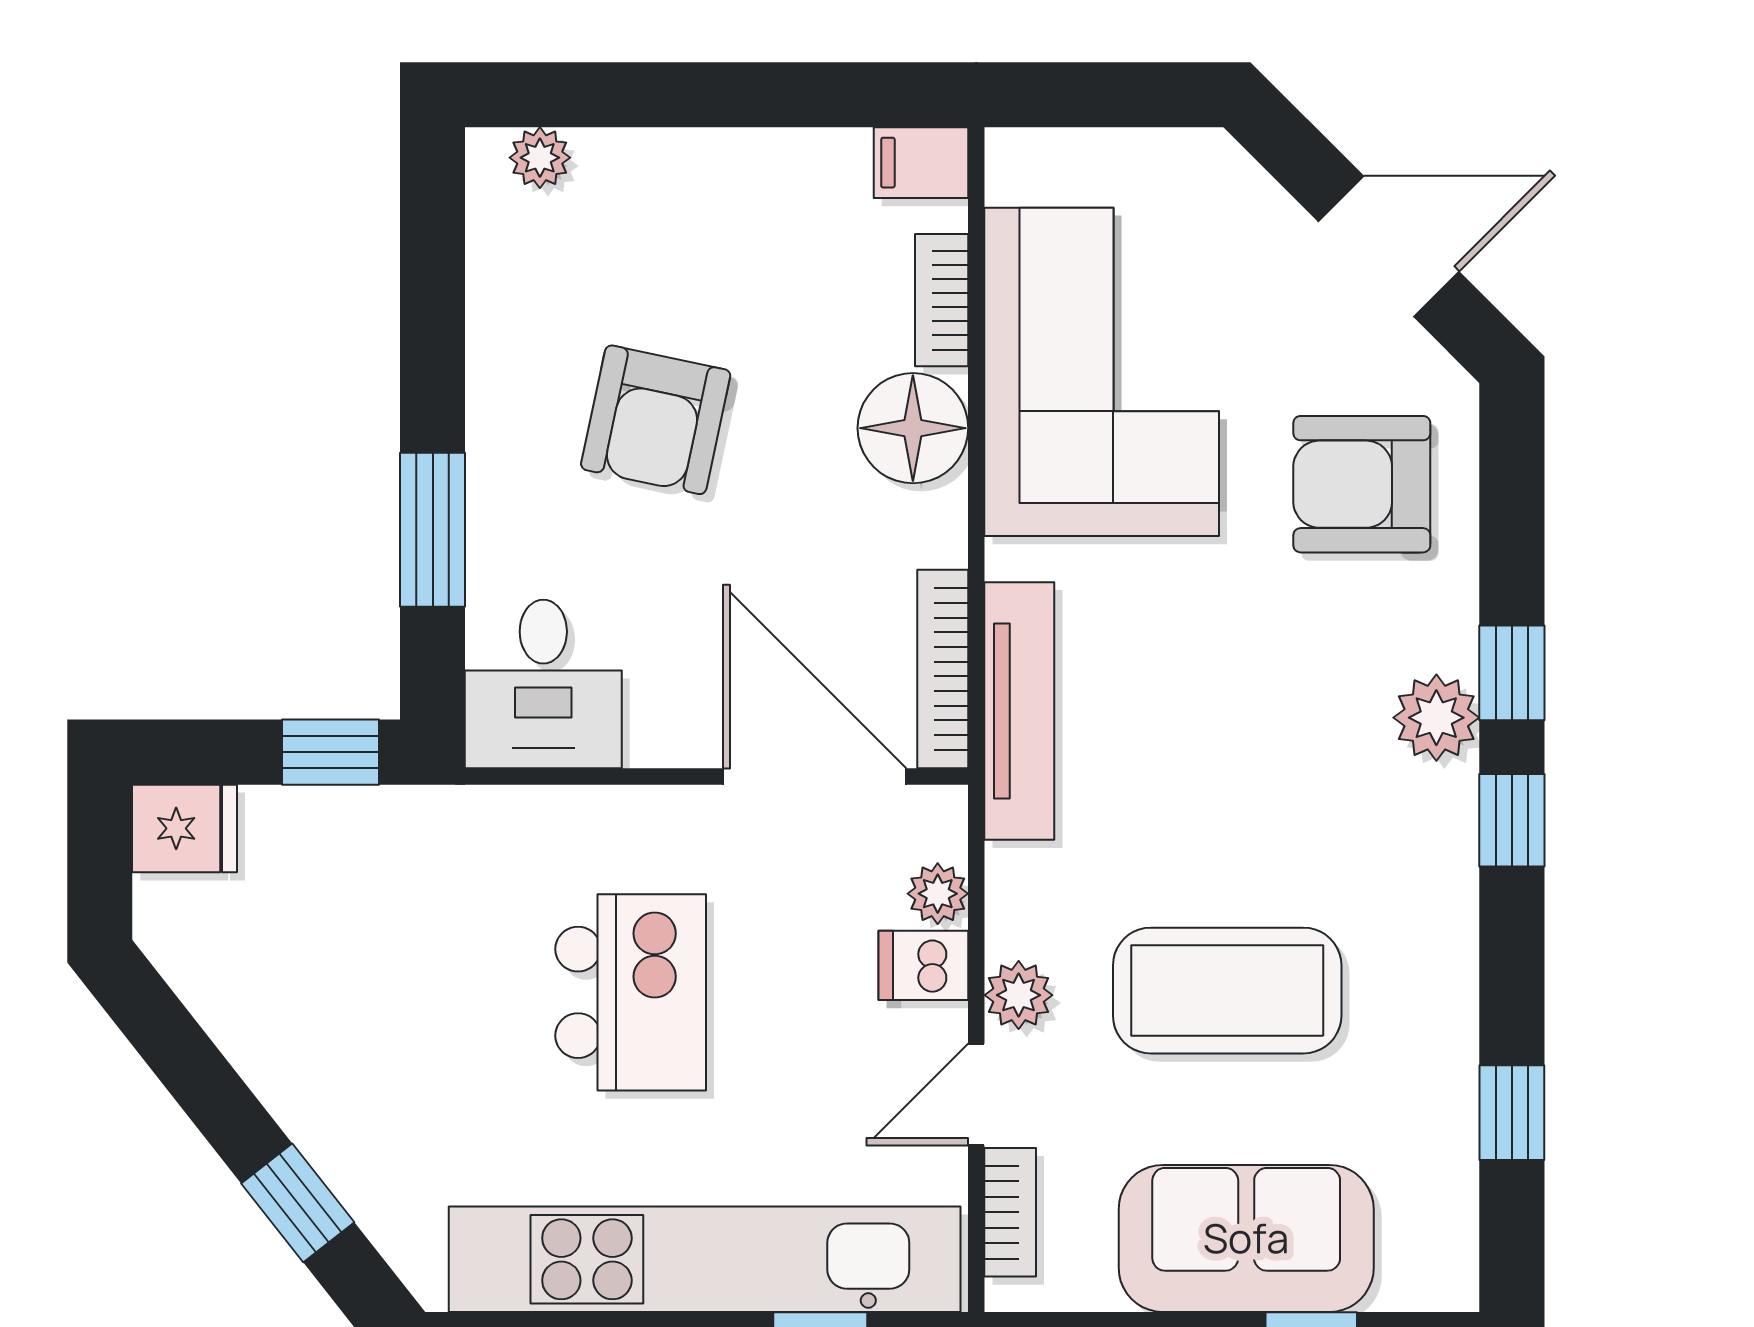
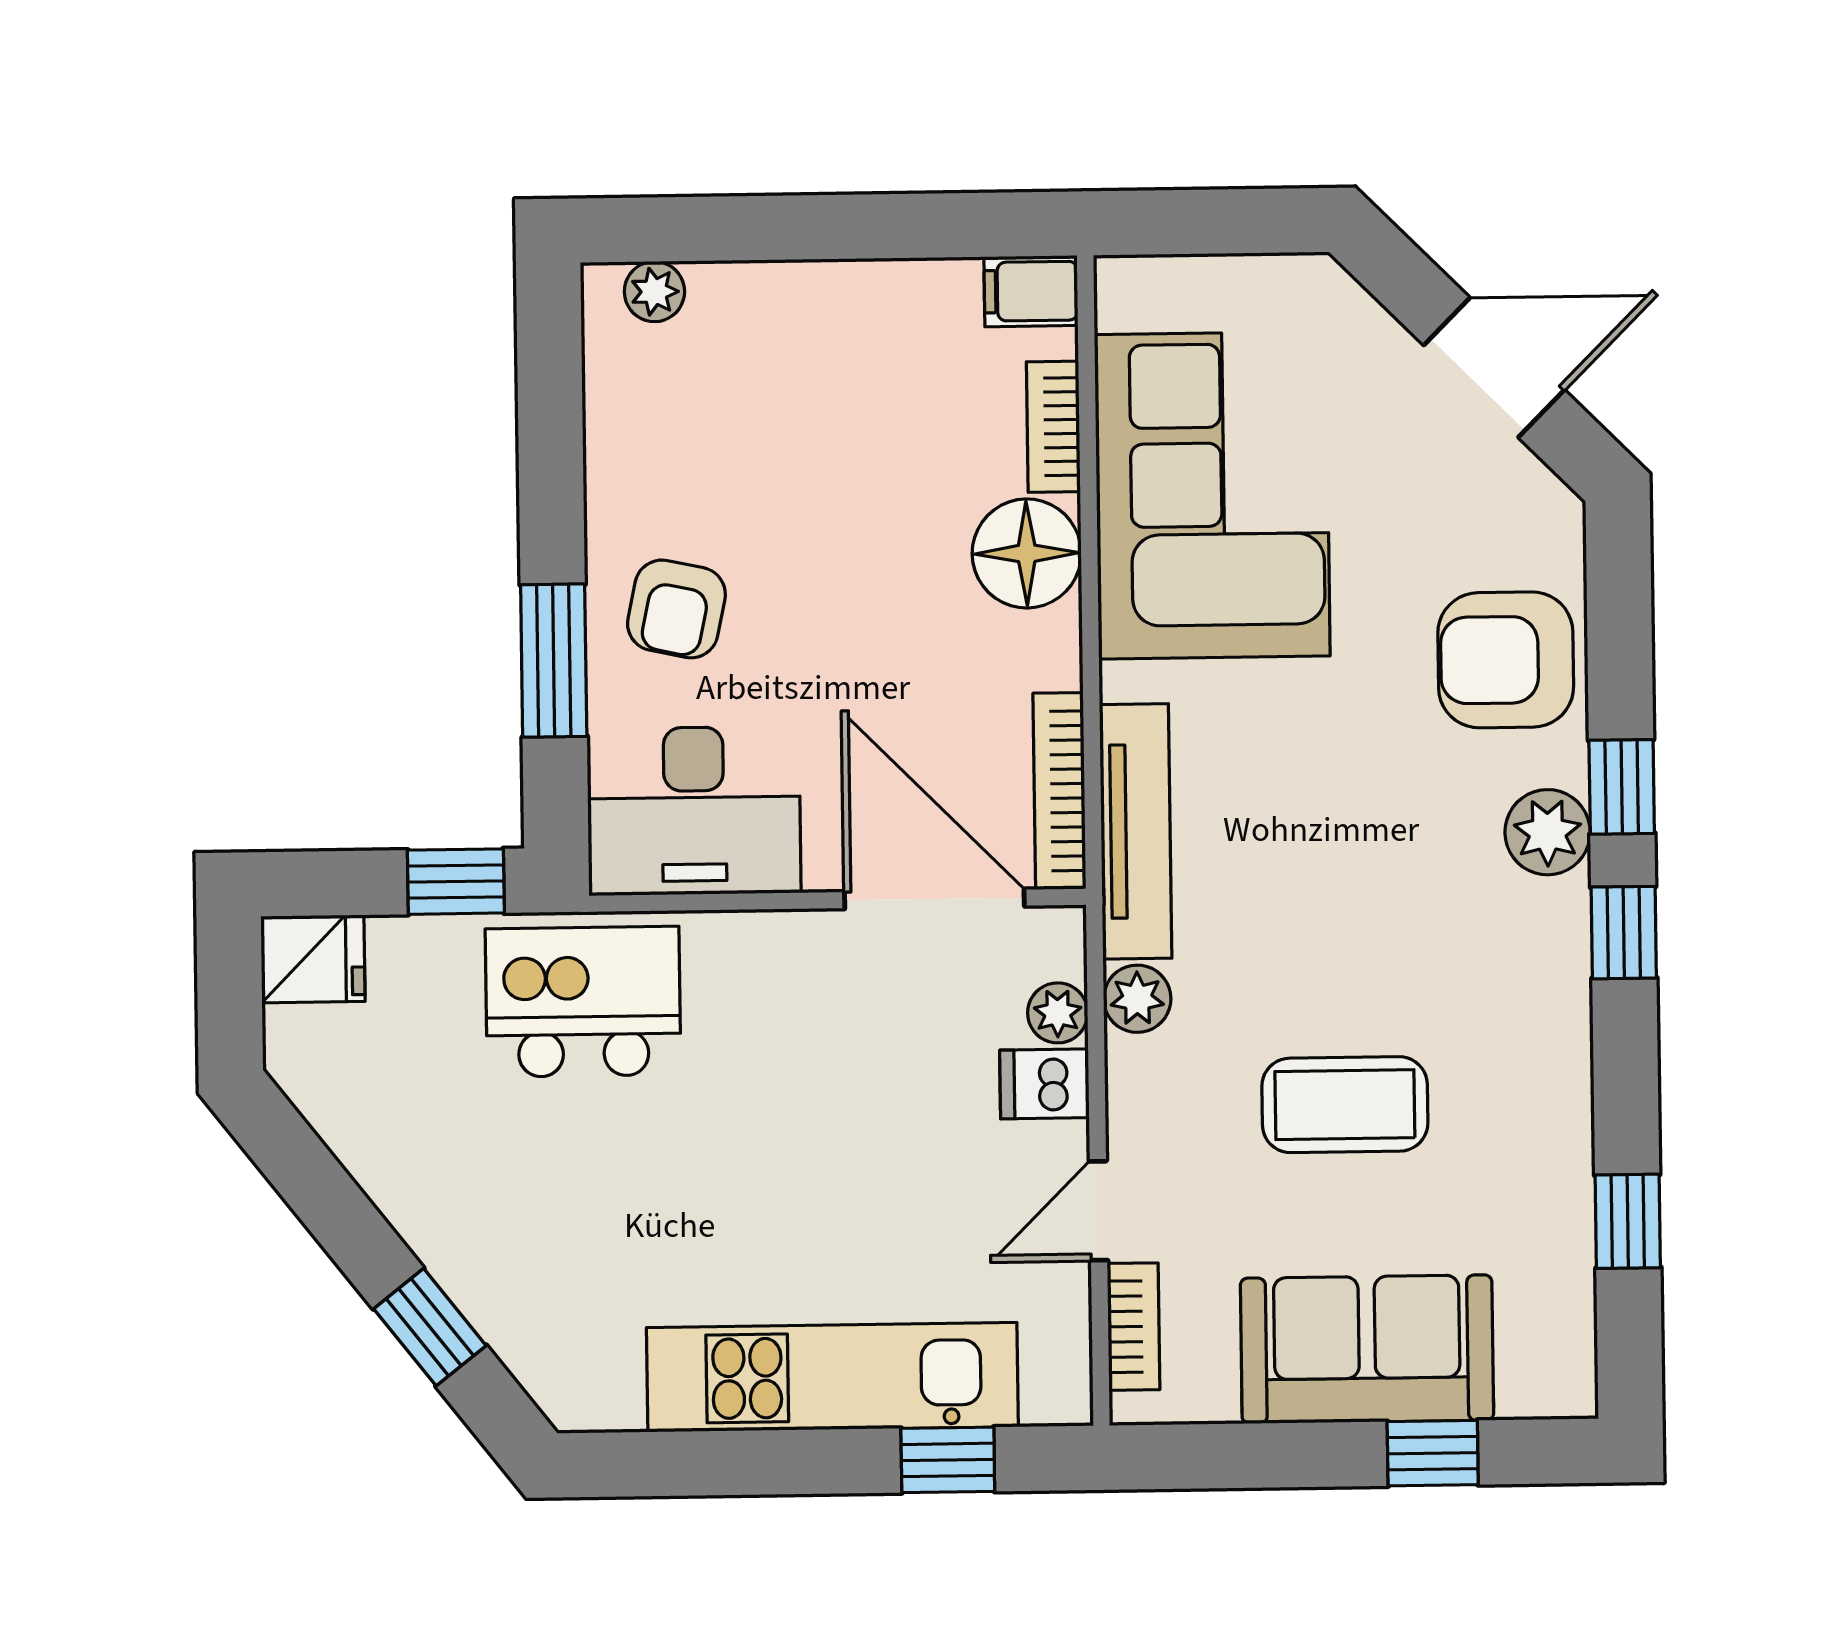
armchair: (656, 420) -> (676, 609), moved, width x0.72, depth x0.72
armchair: (1362, 484) -> (1506, 660), moved
desk: (543, 684) -> (694, 811), width x1.37
coffee table: (1227, 991) -> (1345, 1105), width x0.73, depth x0.76
kitchen island: (631, 992) -> (583, 1002), moved, turned -90
plant: (1019, 995) -> (1137, 999), moved
kitchen unit: (705, 1259) -> (832, 1377), width x0.73

